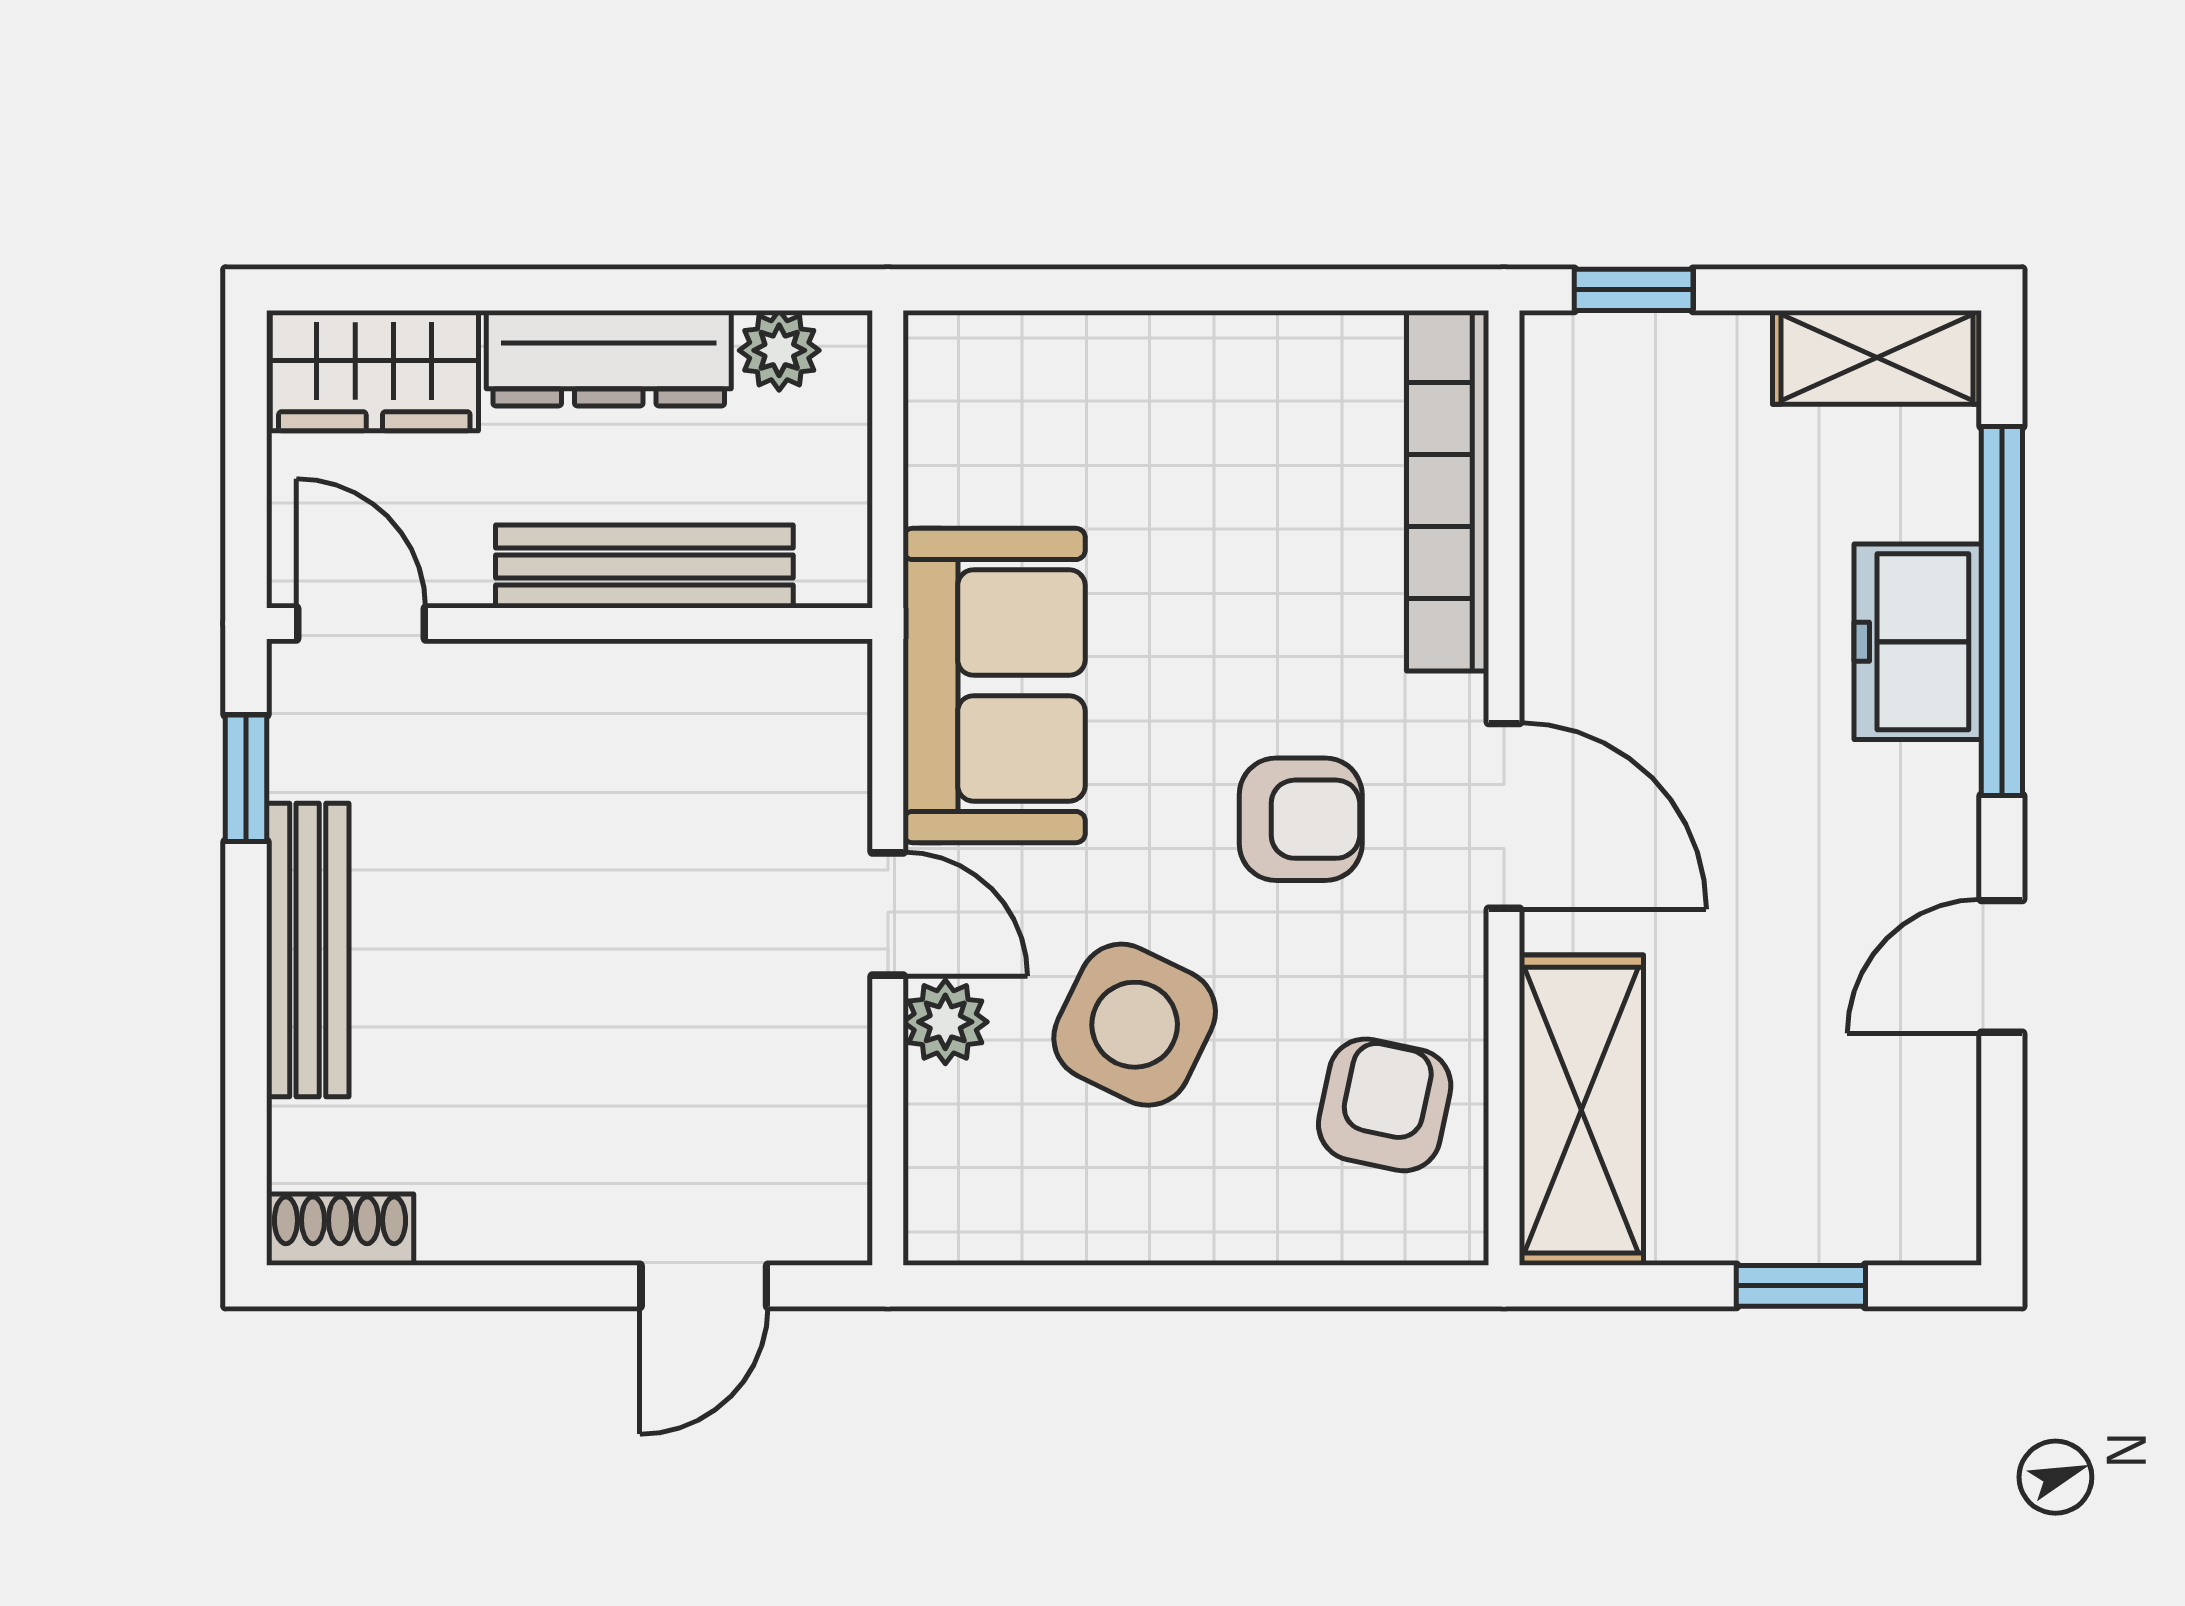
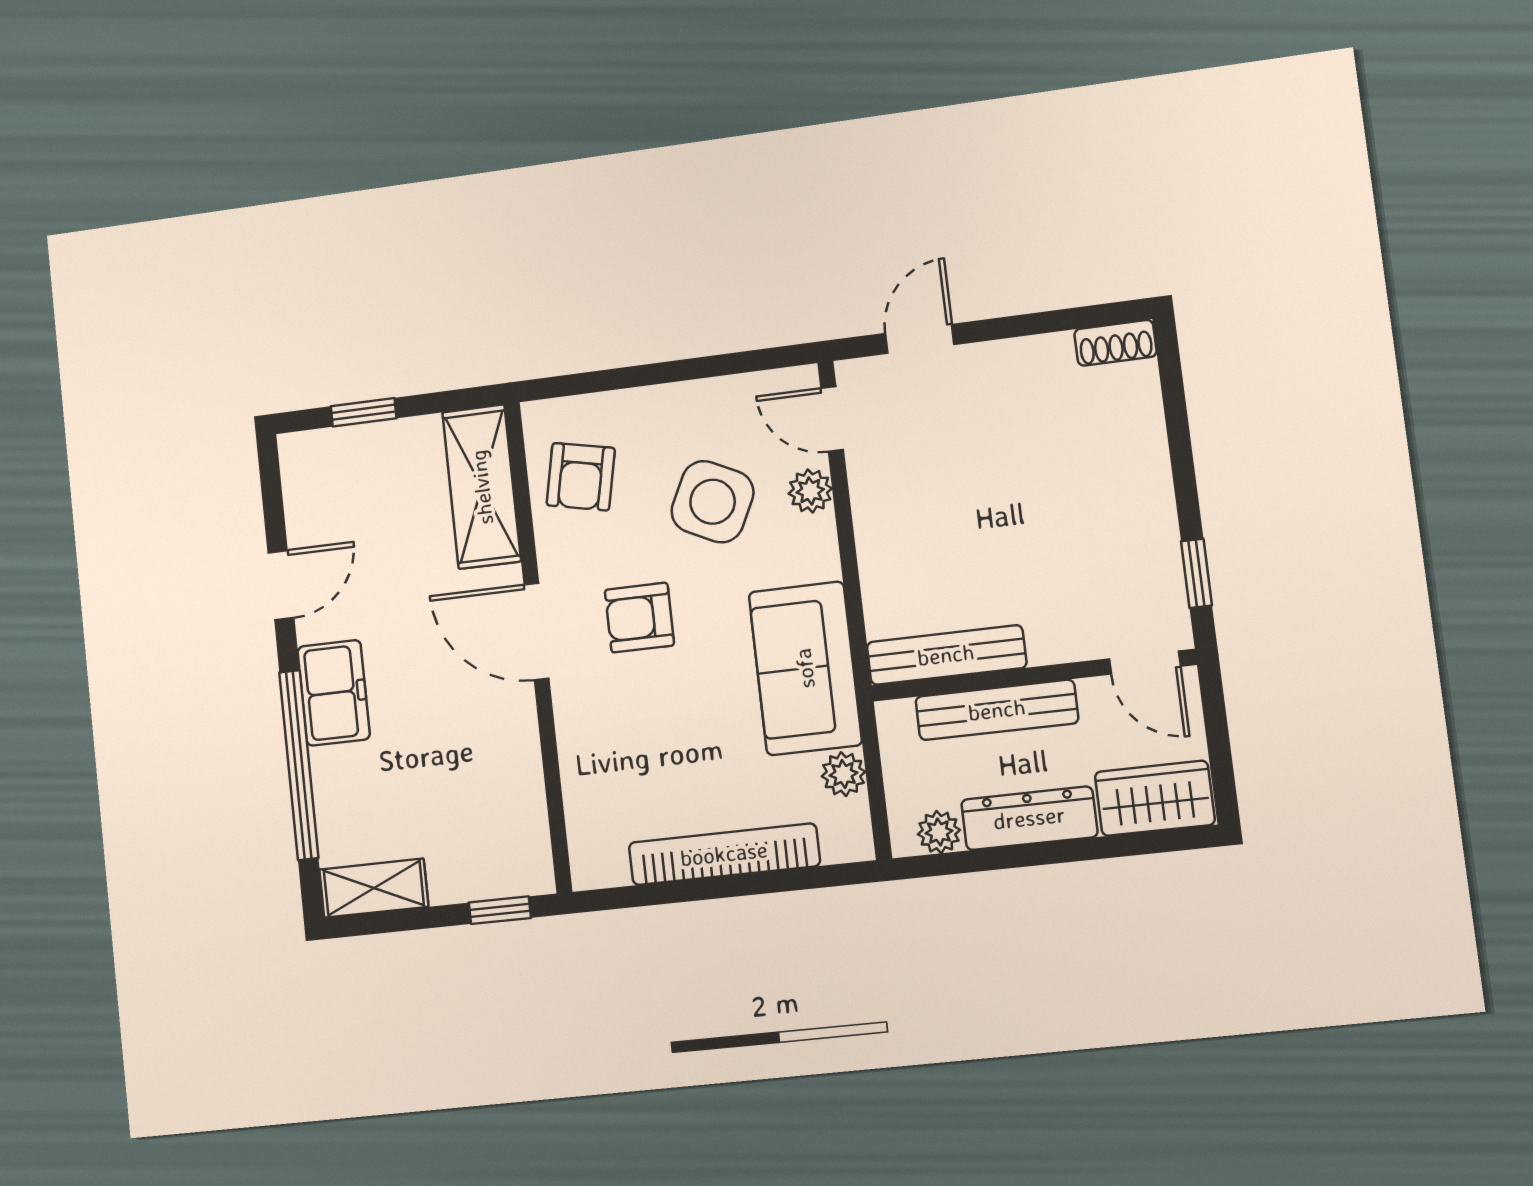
plant: (945, 478) -> (843, 774), added
bookcase: (1448, 491) -> (724, 854), moved, turned -90
freezer: (1918, 642) -> (334, 693), moved
door: (888, 914) -> (832, 419), moved
bench: (308, 950) -> (946, 655), moved, turned 90

